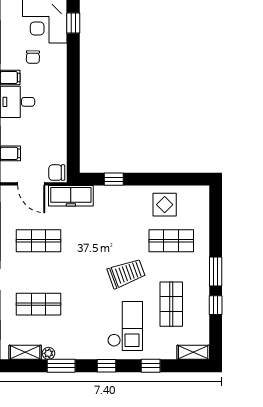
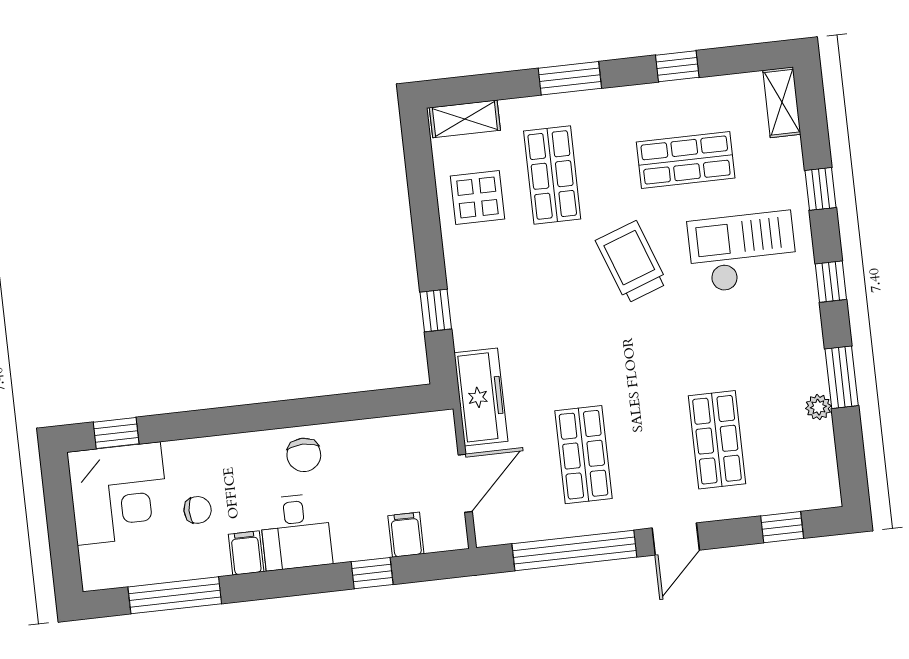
chair: (57, 173) -> (304, 455), moved
window: (216, 271) -> (570, 78), moved
shelving: (25, 352) -> (465, 119), moved, turned 90

